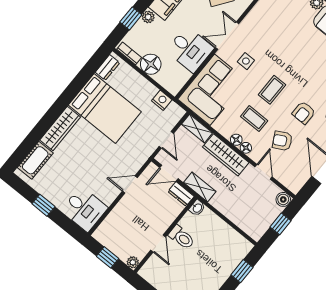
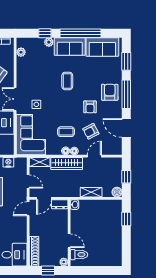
coffee table: (272, 90) -> (67, 81), moved
door: (264, 172) -> (94, 156), hinge flipped
door: (130, 184) -> (28, 209), moved
shelving: (200, 187) -> (91, 192), moved
boiler: (283, 199) -> (117, 192), moved
shoe rack: (109, 223) -> (34, 251), added
toilet: (182, 237) -> (79, 255), moved

